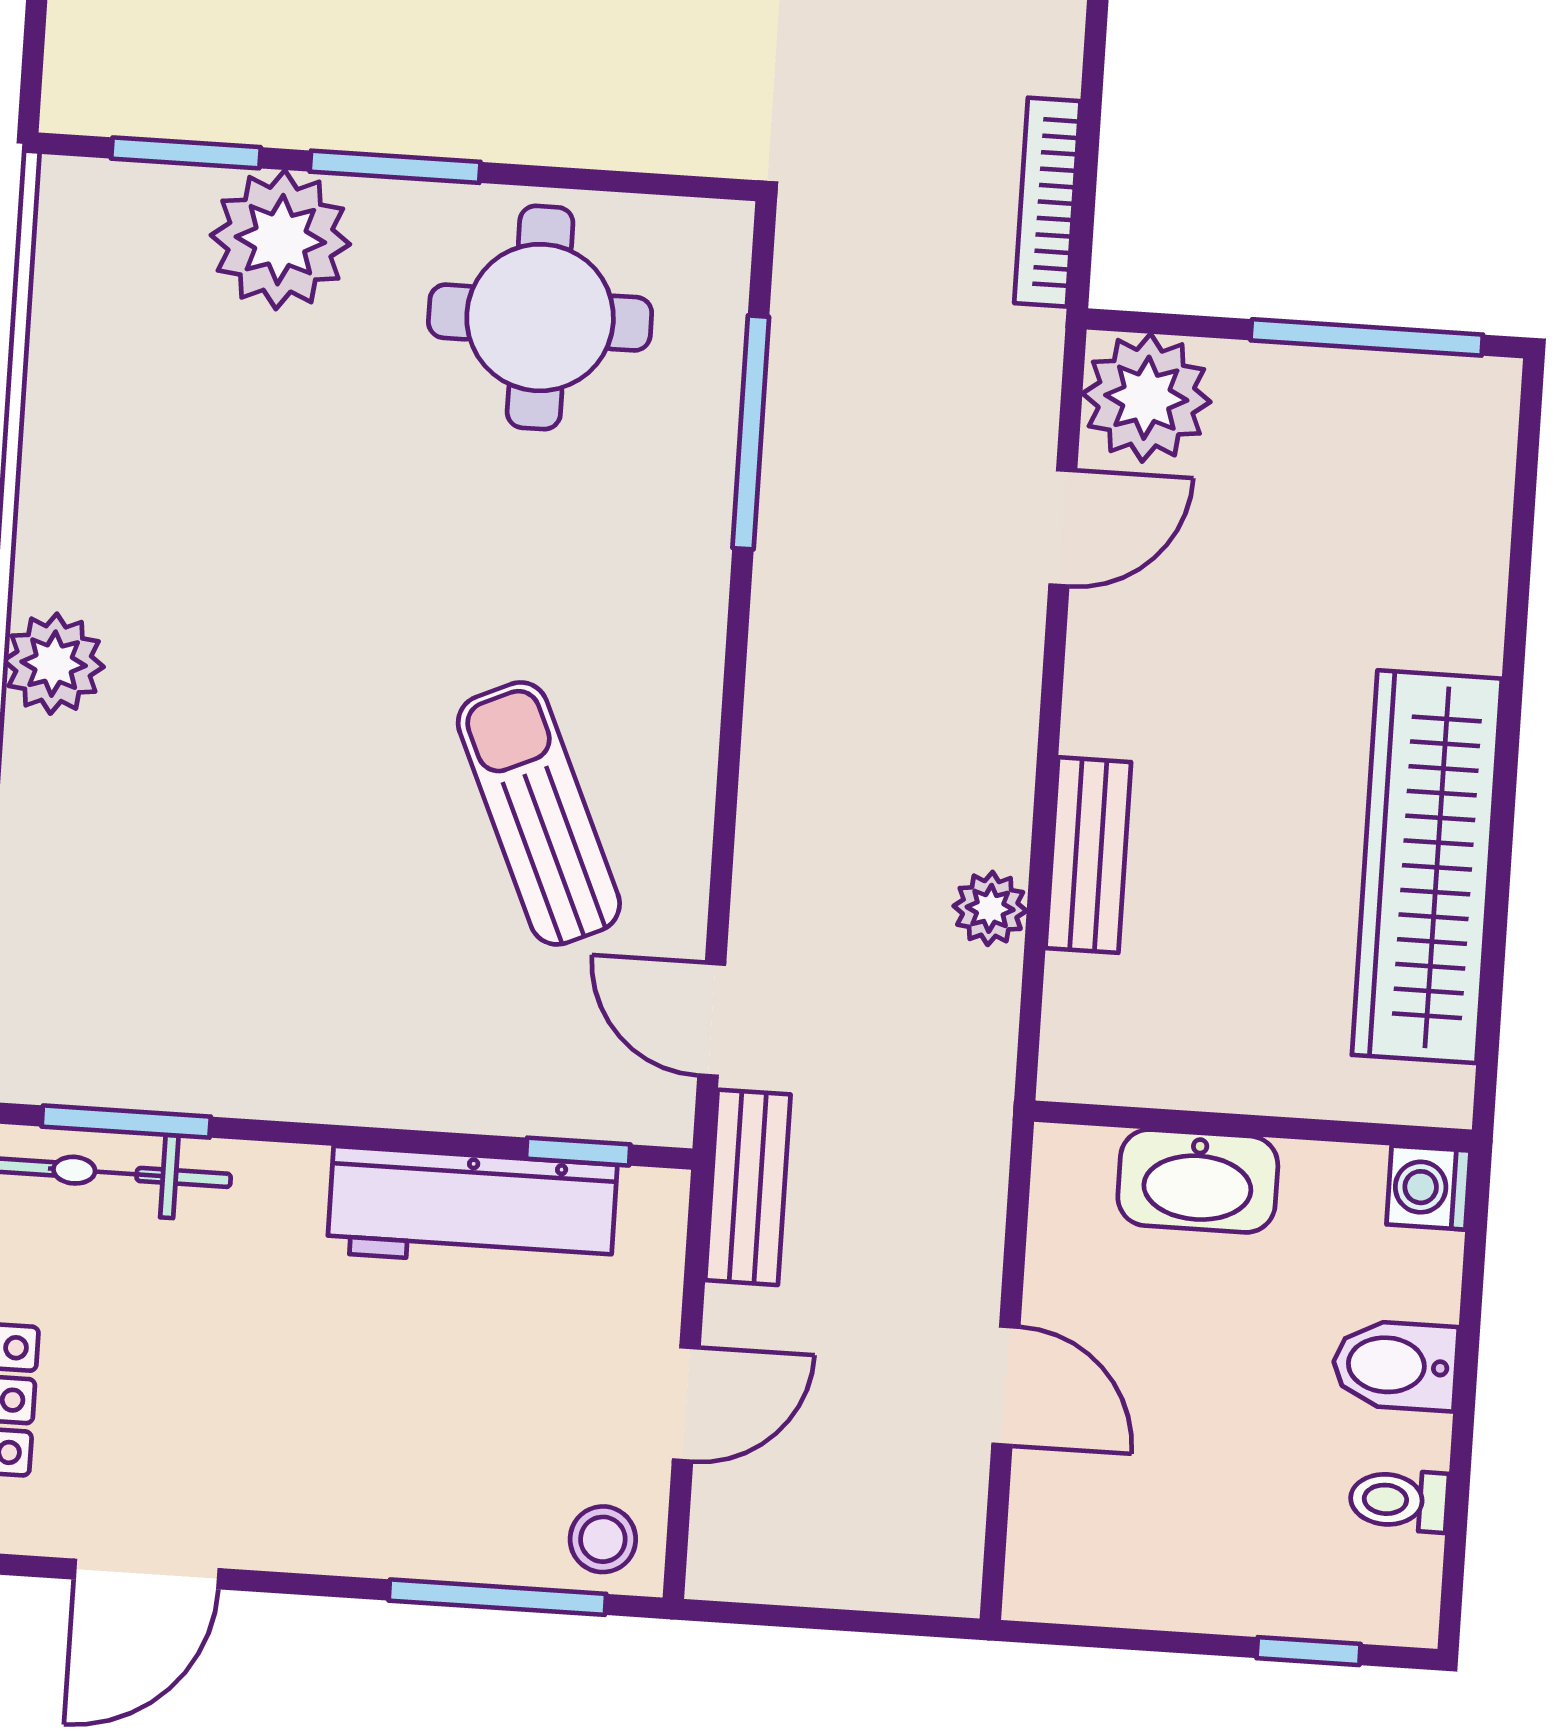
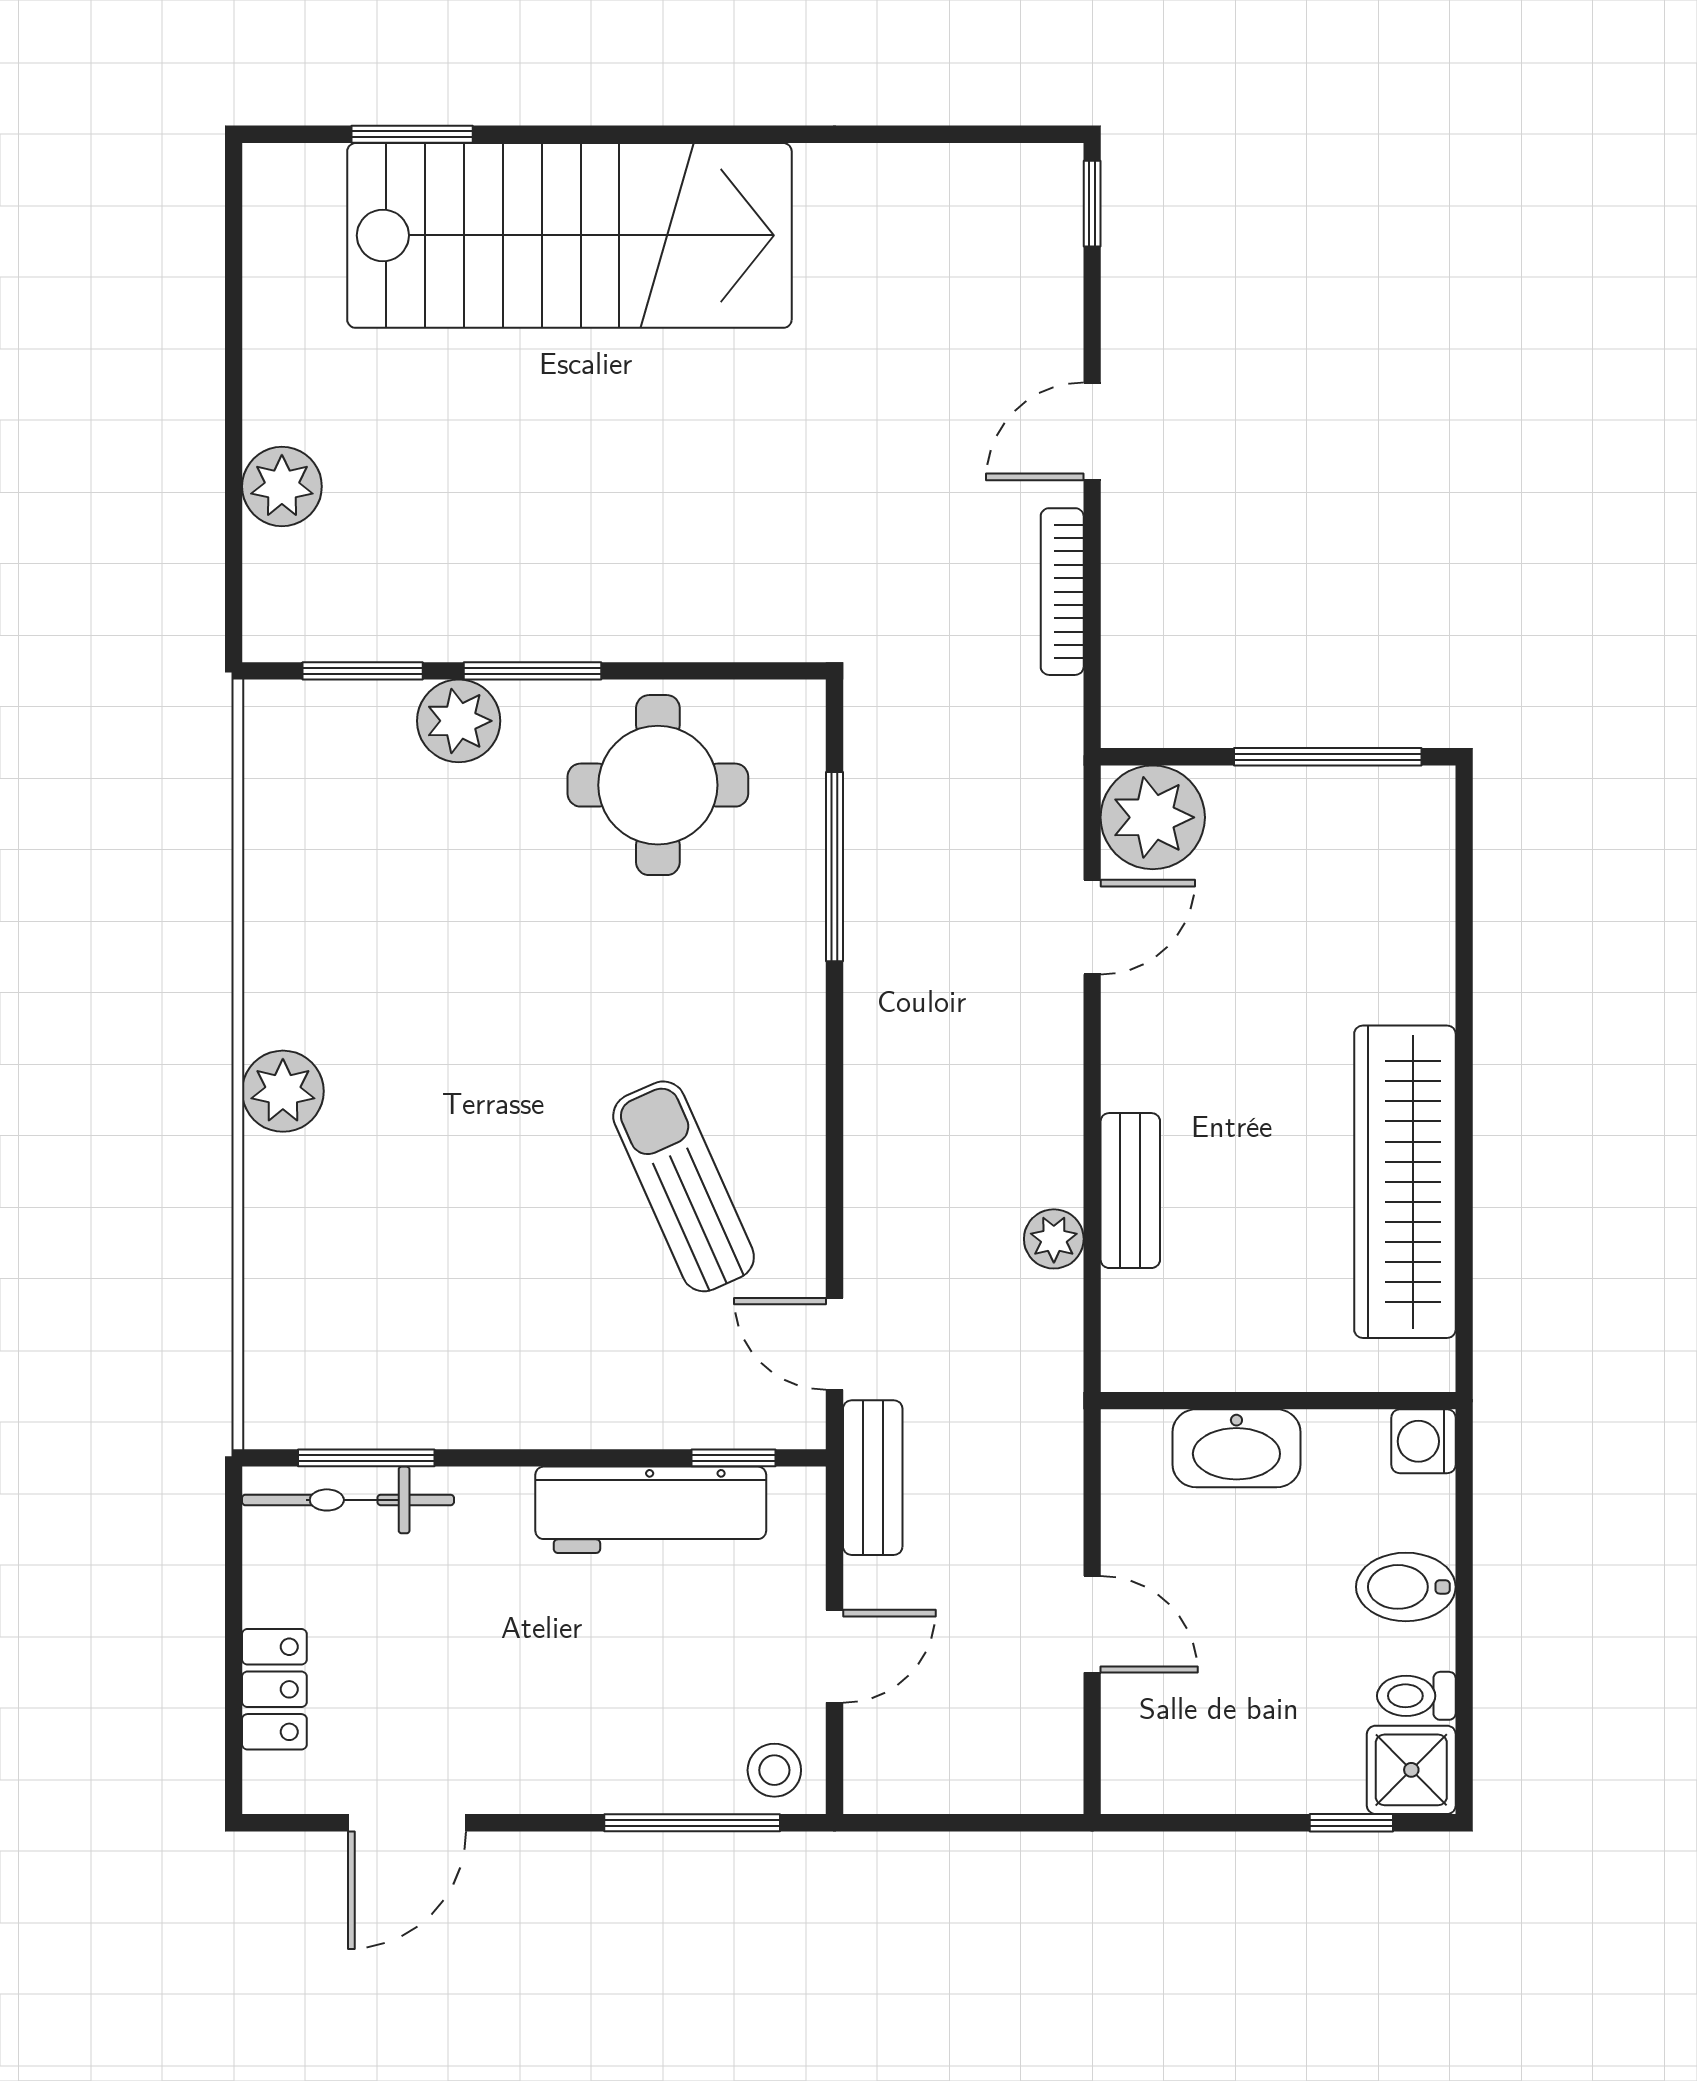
bookcase: (1047, 202) -> (1062, 592), moved
plant: (280, 240) -> (459, 721), width x0.73, depth x0.73
shower: (1387, 1591) -> (1411, 1770), added

